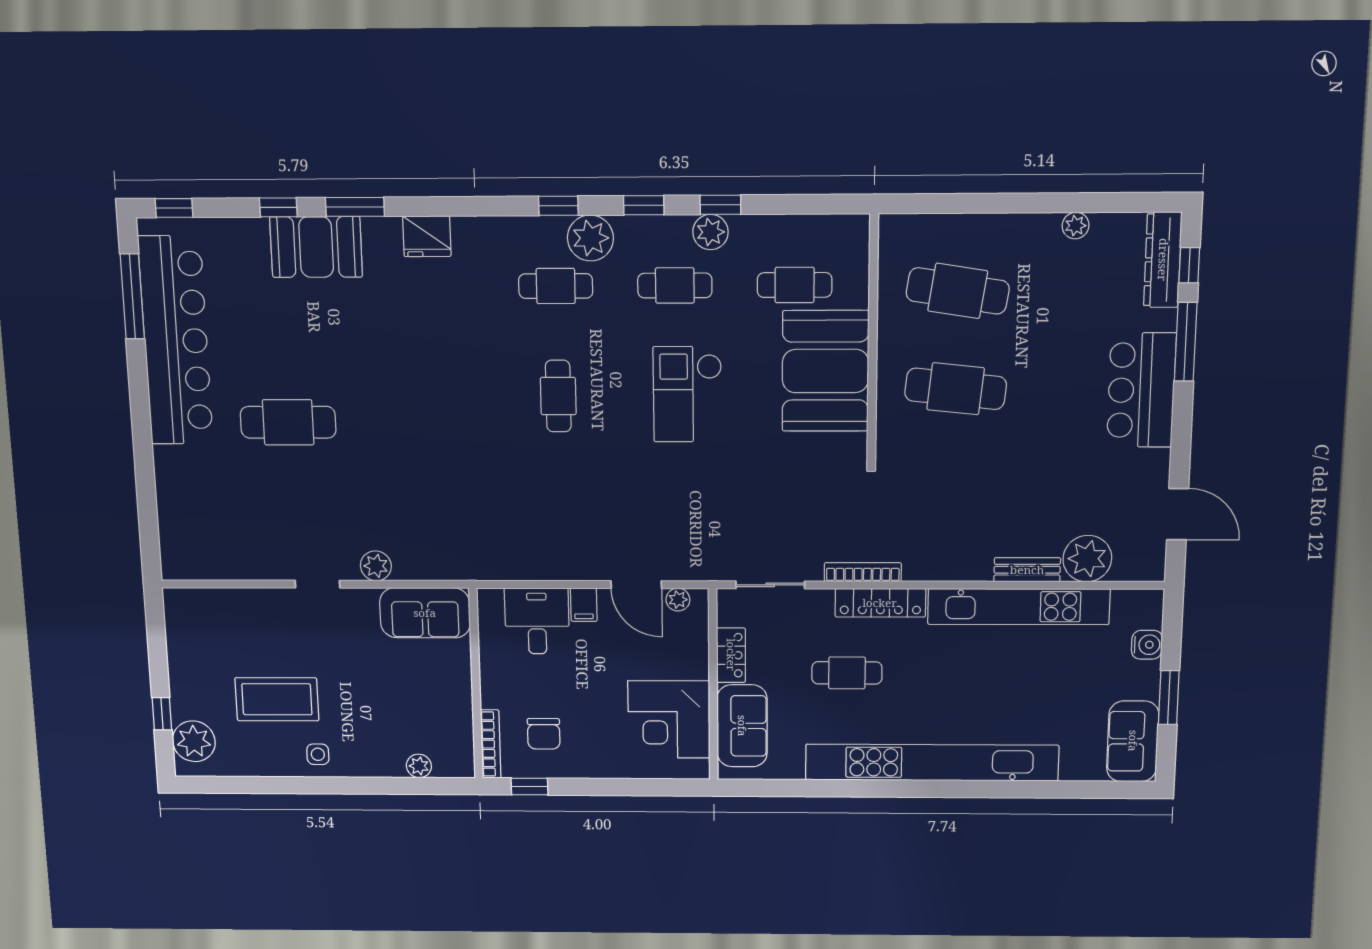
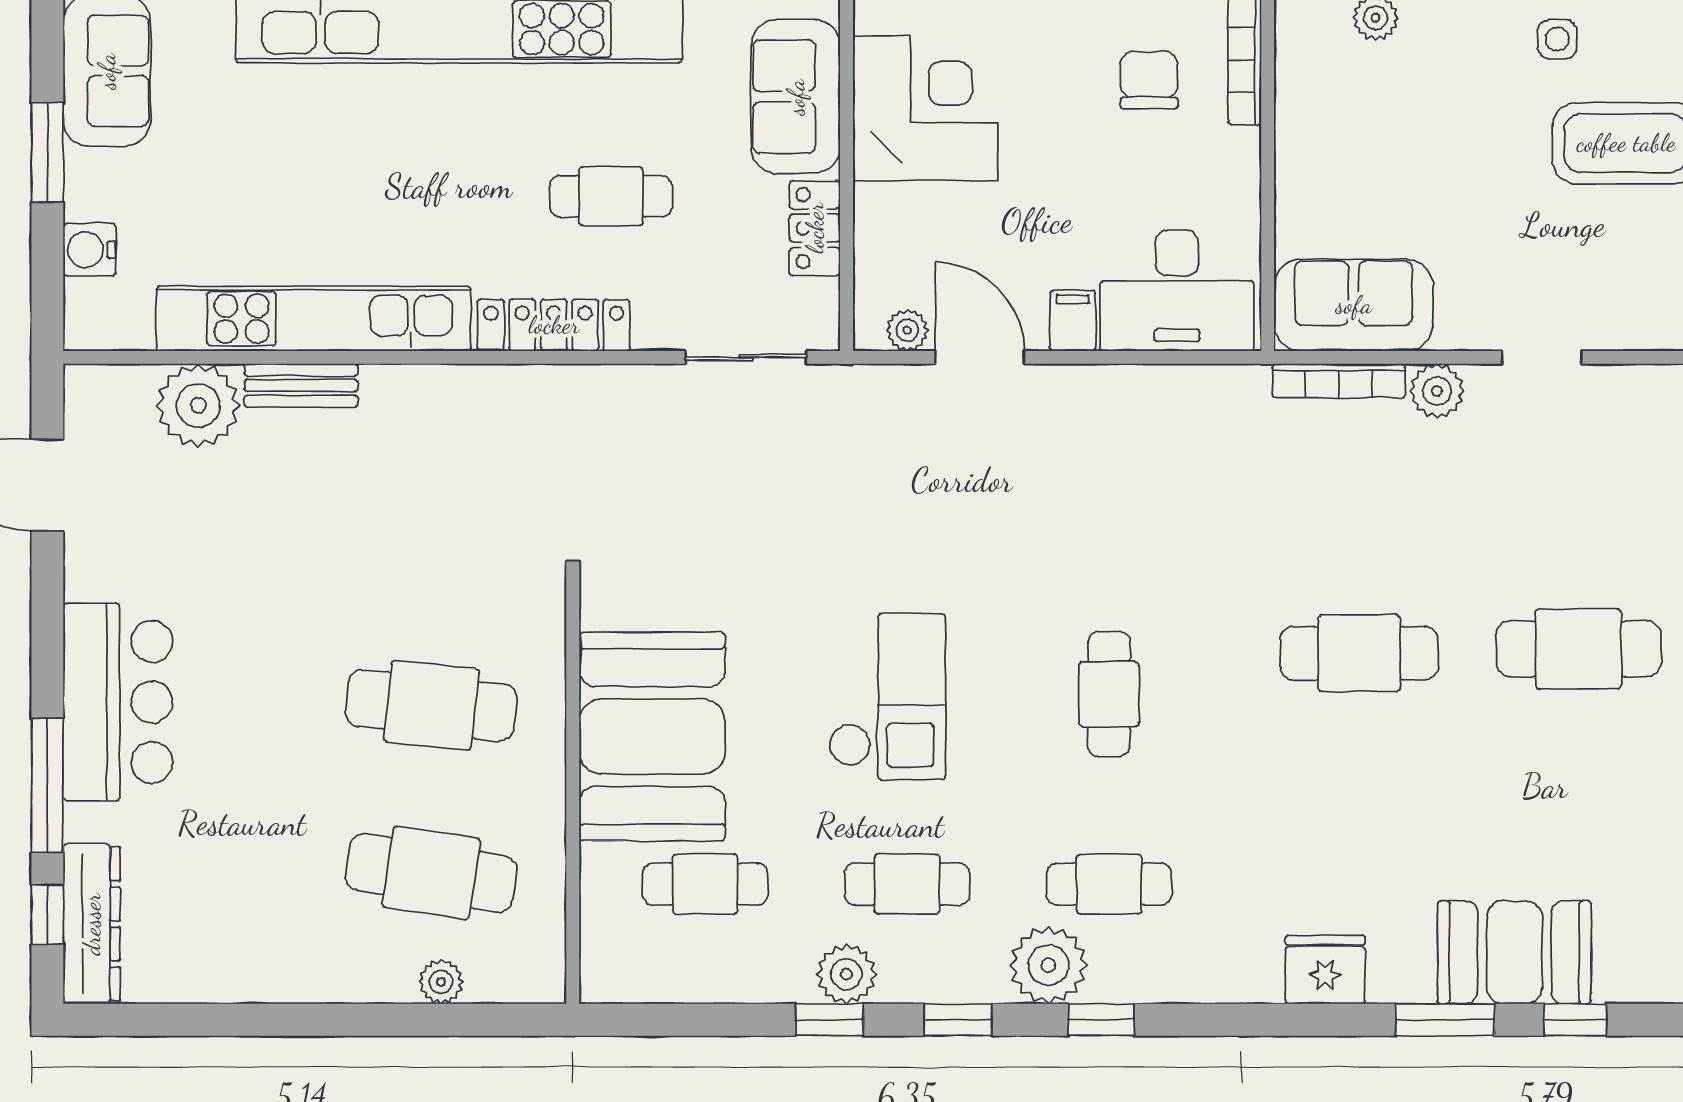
plant: (1076, 226) -> (441, 982), moved
cafe table: (414, 420) -> (1359, 653), added
bookcase: (863, 572) -> (1339, 381), moved
desk: (537, 621) -> (1177, 291), width x1.37

